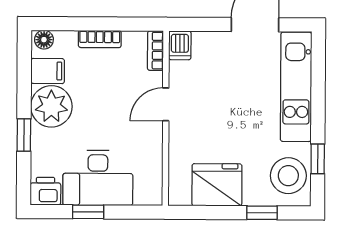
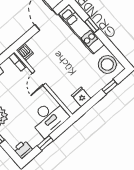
window: (318, 159) -> (92, 25), moved
desk: (98, 178) -> (49, 118), moved
fridge: (217, 185) -> (81, 97), width x0.53, depth x0.75

